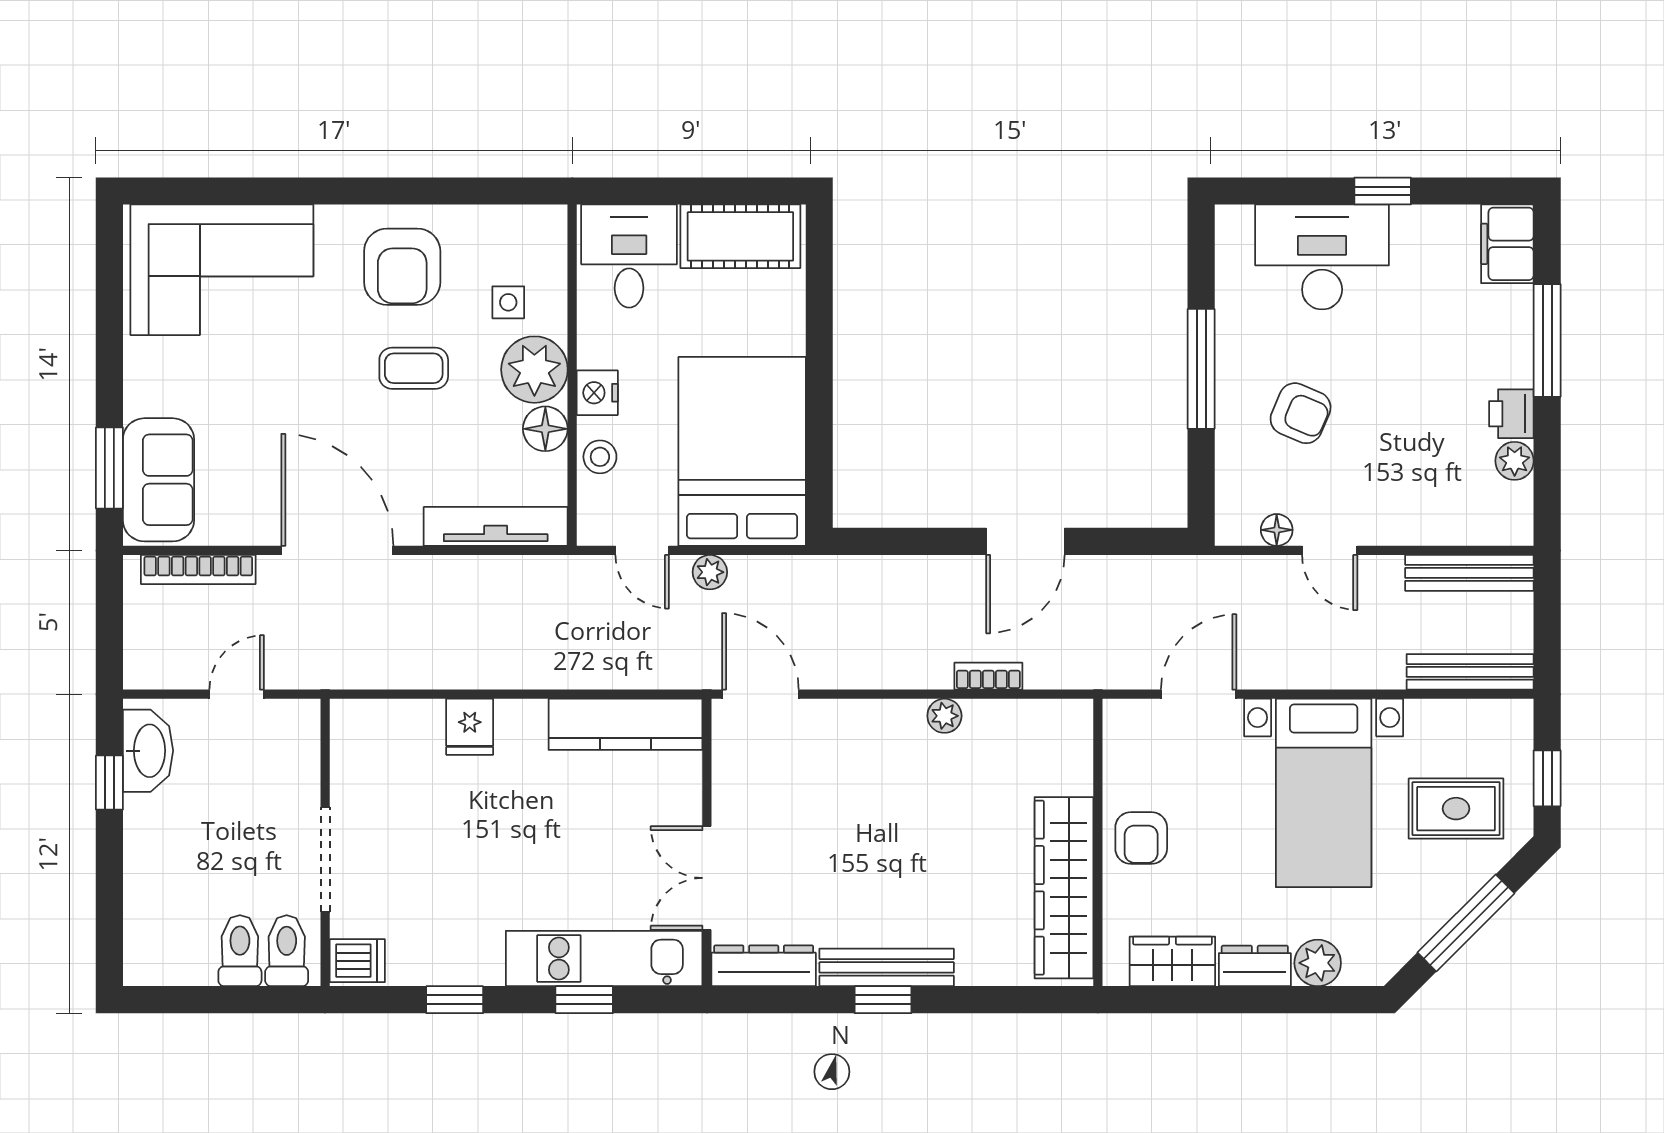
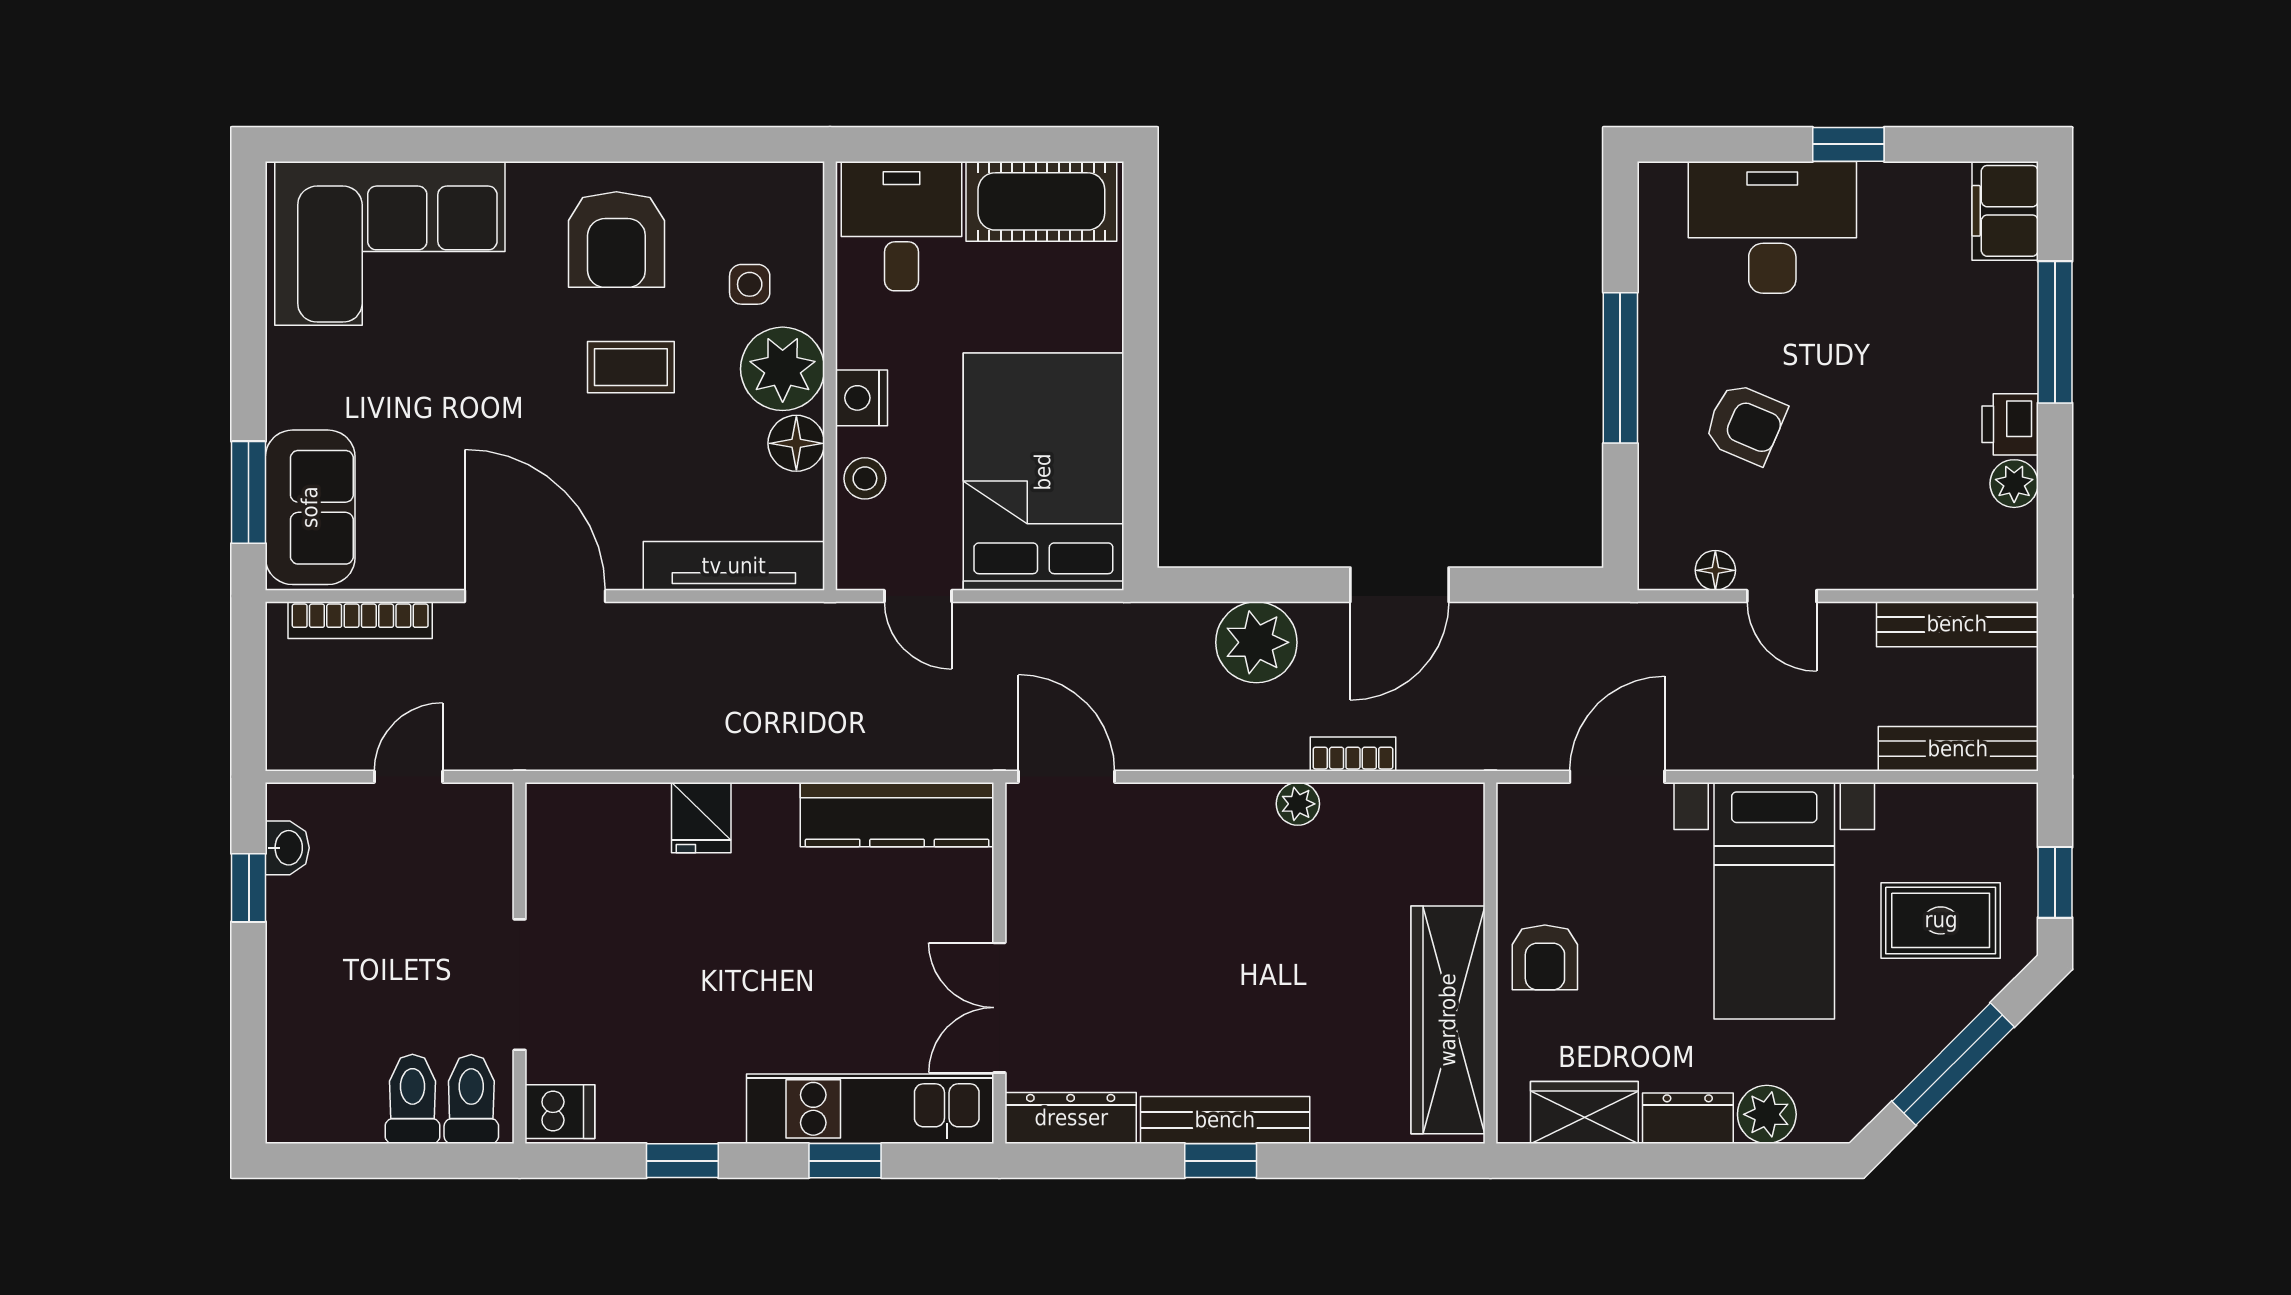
plant: (710, 572) -> (1256, 642), moved, width x1.88, depth x1.88
washbasin: (148, 751) -> (287, 848), width x0.52, depth x0.69

